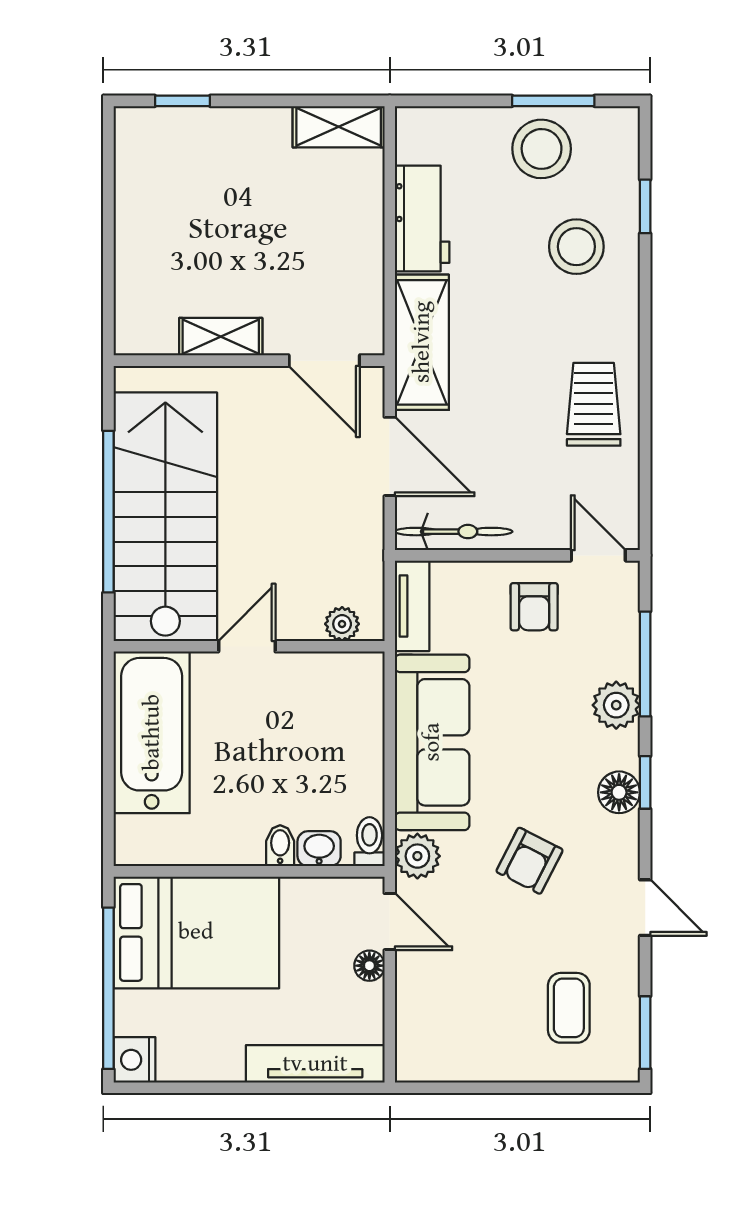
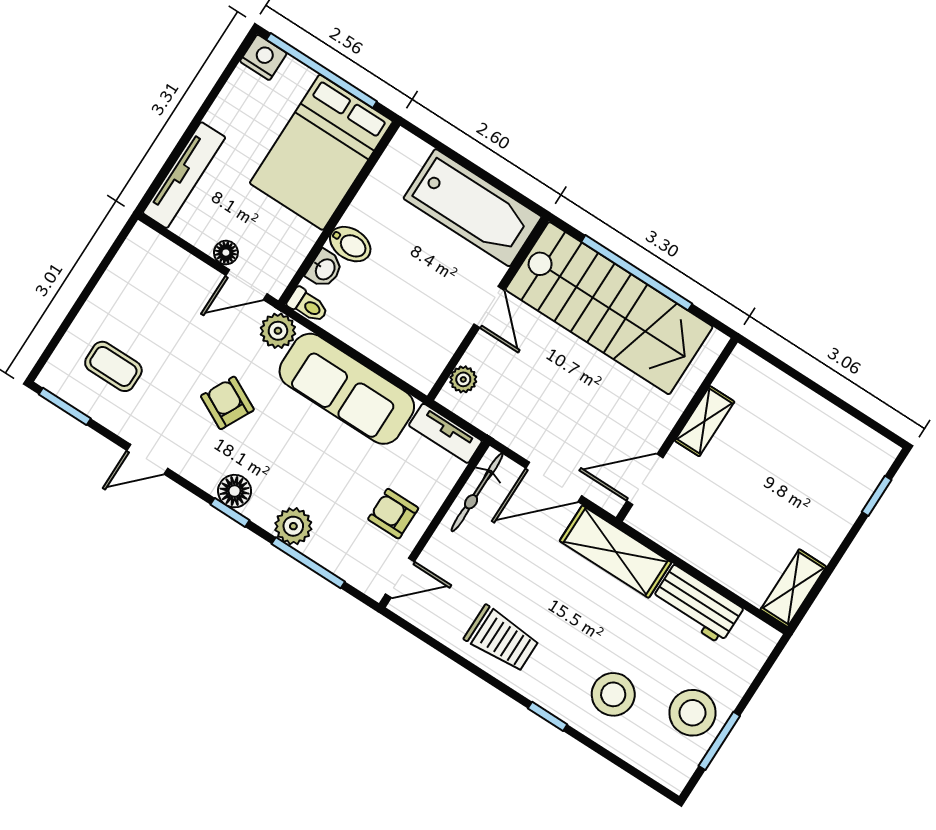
window: (645, 206) -> (548, 716), moved
bidet: (280, 846) -> (350, 244), width x1.38, depth x1.36

